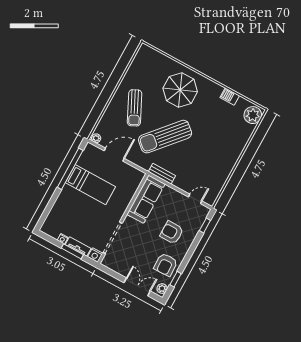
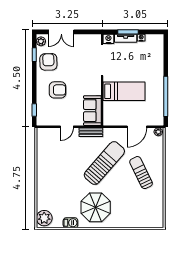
parasol: (180, 90) -> (96, 207), moved
bed: (90, 185) -> (124, 91), moved, turned 180
sofa: (146, 199) -> (92, 111), width x0.73
door: (195, 199) -> (67, 127), moved

